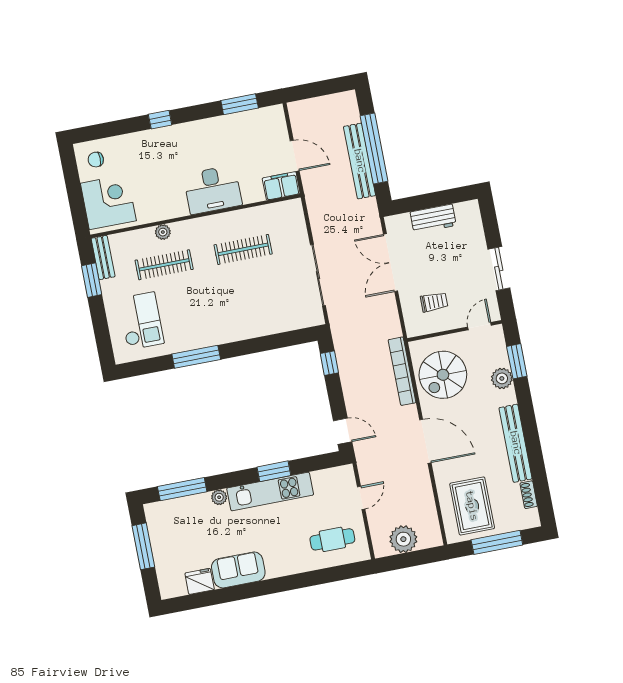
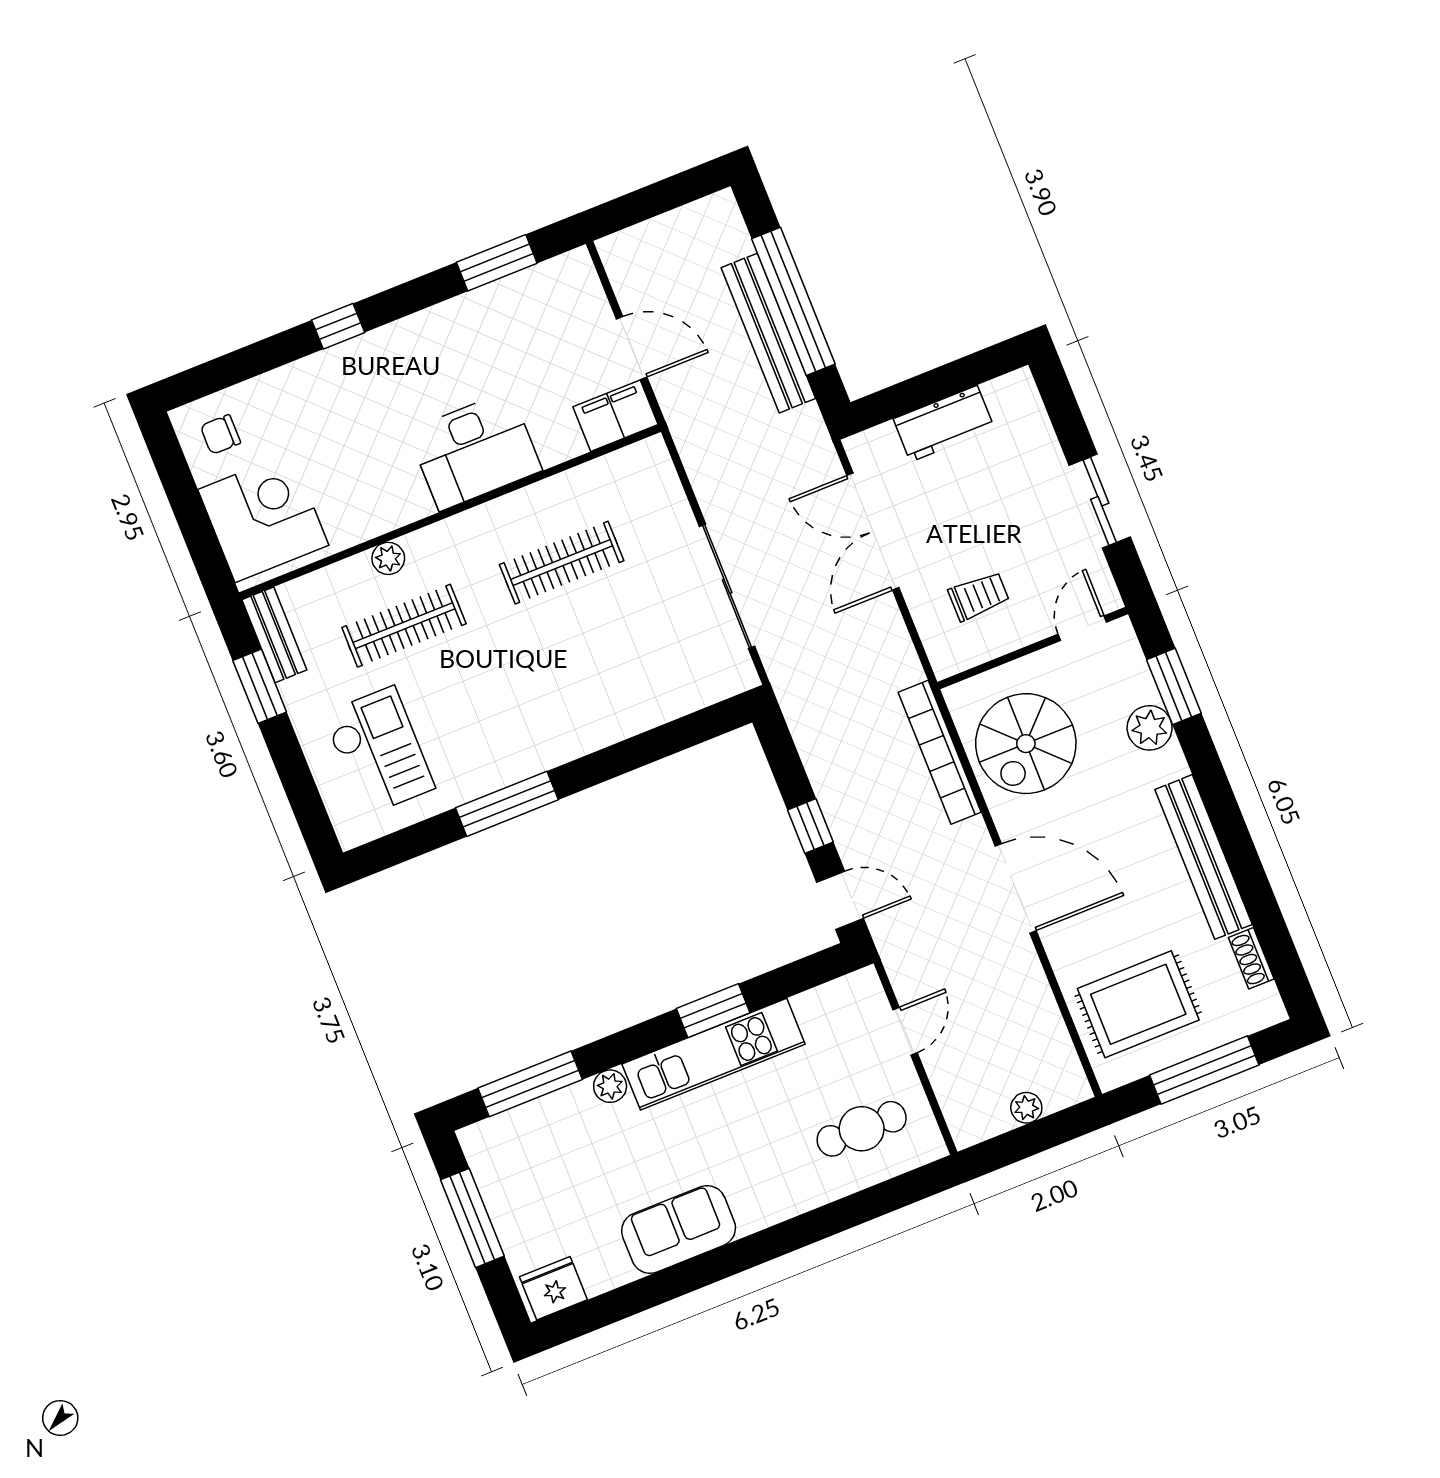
window: (329, 363) -> (810, 826), moved
rug: (472, 506) -> (1138, 1004), turned 90
plant: (403, 539) -> (1026, 1108), width x0.53, depth x0.53
fridge: (200, 581) -> (553, 1288), moved

